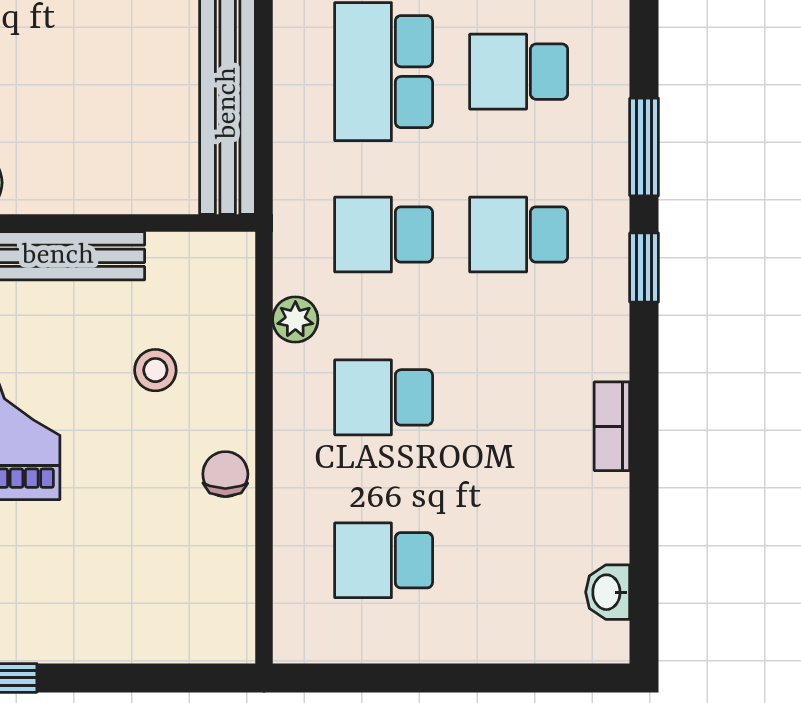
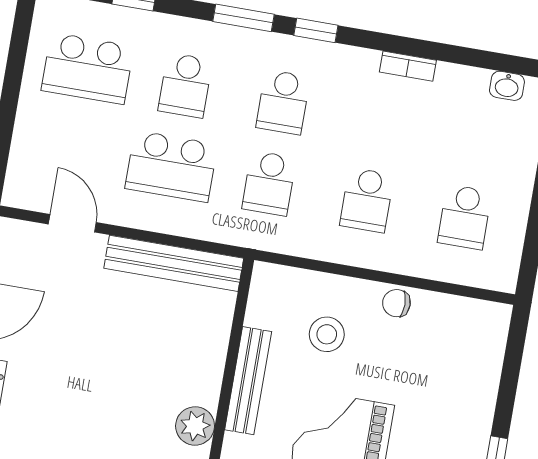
plant: (295, 319) -> (311, 245), removed
stool: (155, 370) -> (327, 334), width x1.37, depth x1.37

